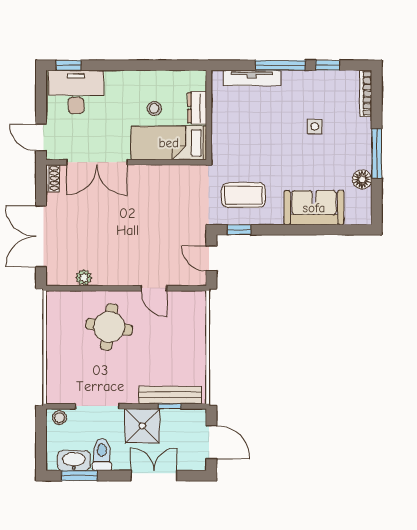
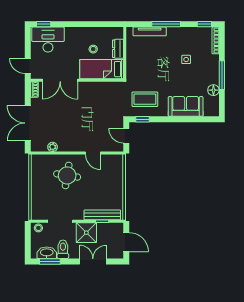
window: (328, 65) -> (204, 24), moved

